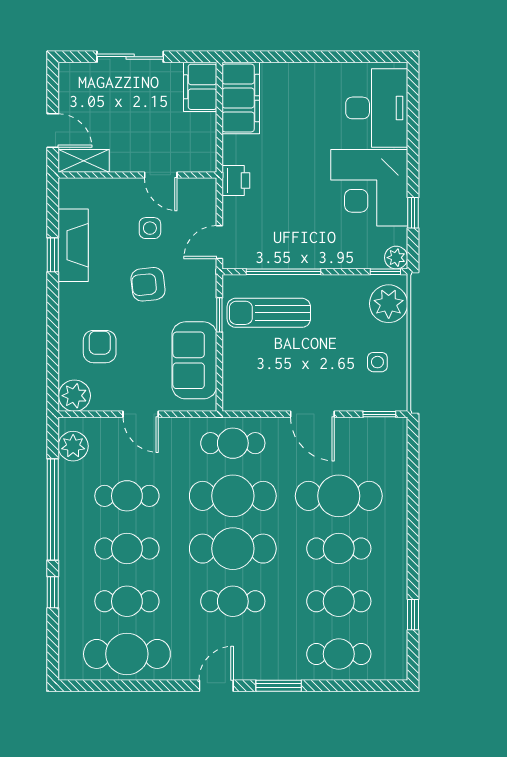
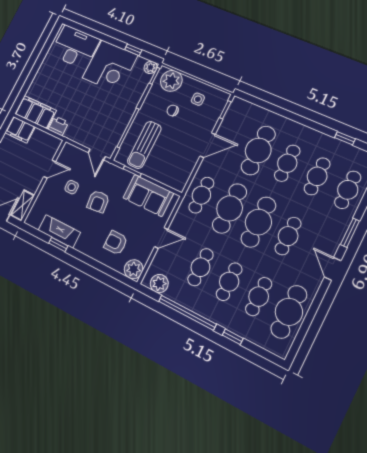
printer: (236, 181) -> (58, 126), moved
chair: (343, 331) -> (173, 110), added

